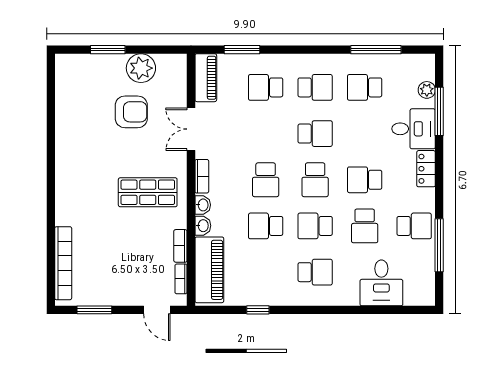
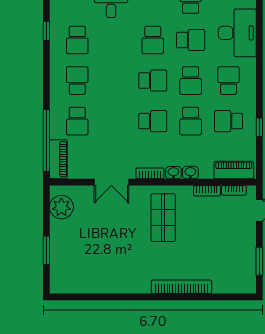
window: (242, 50) -> (46, 140), width x2.11
window: (376, 50) -> (46, 31), width x0.46
plant: (141, 68) -> (61, 207), moved
piano: (206, 78) -> (58, 159), moved, turned 90
armchair: (131, 112) -> (97, 231), removed
school desk: (315, 134) -> (228, 121), moved, turned -90
bookcase: (63, 263) -> (182, 287), moved
piano: (209, 270) -> (234, 170), width x0.73, depth x0.75
desk: (381, 283) -> (237, 33), width x1.37

